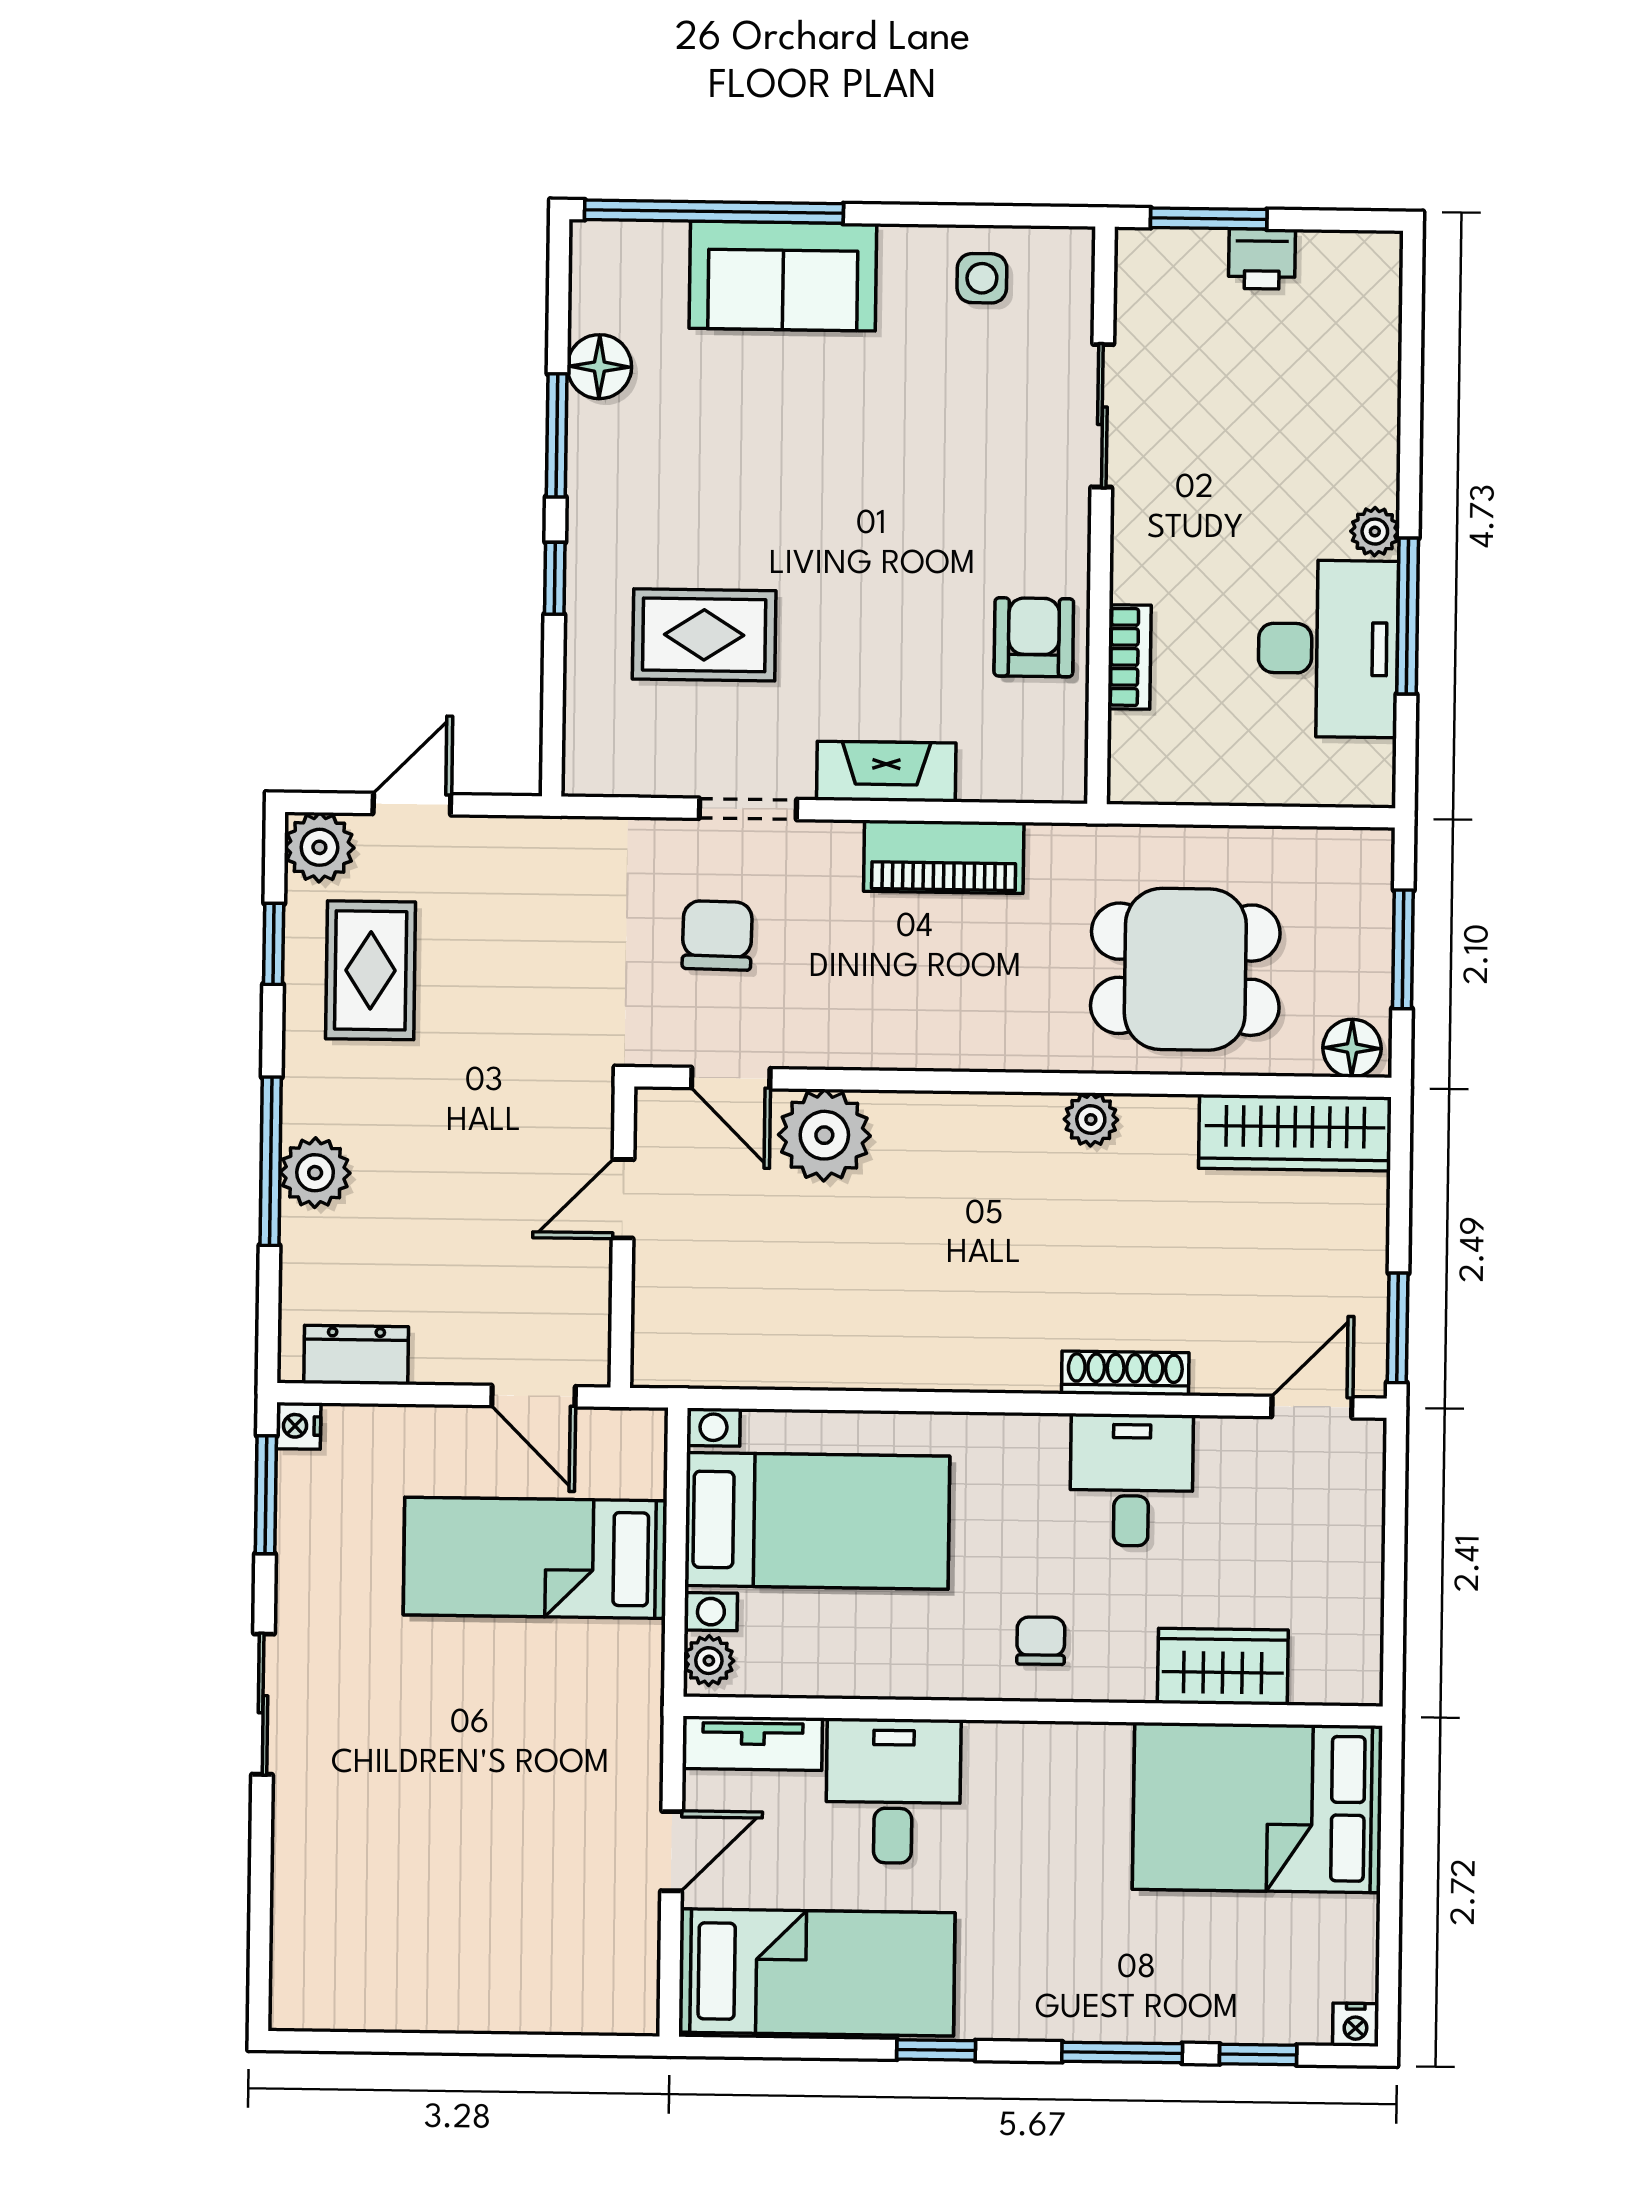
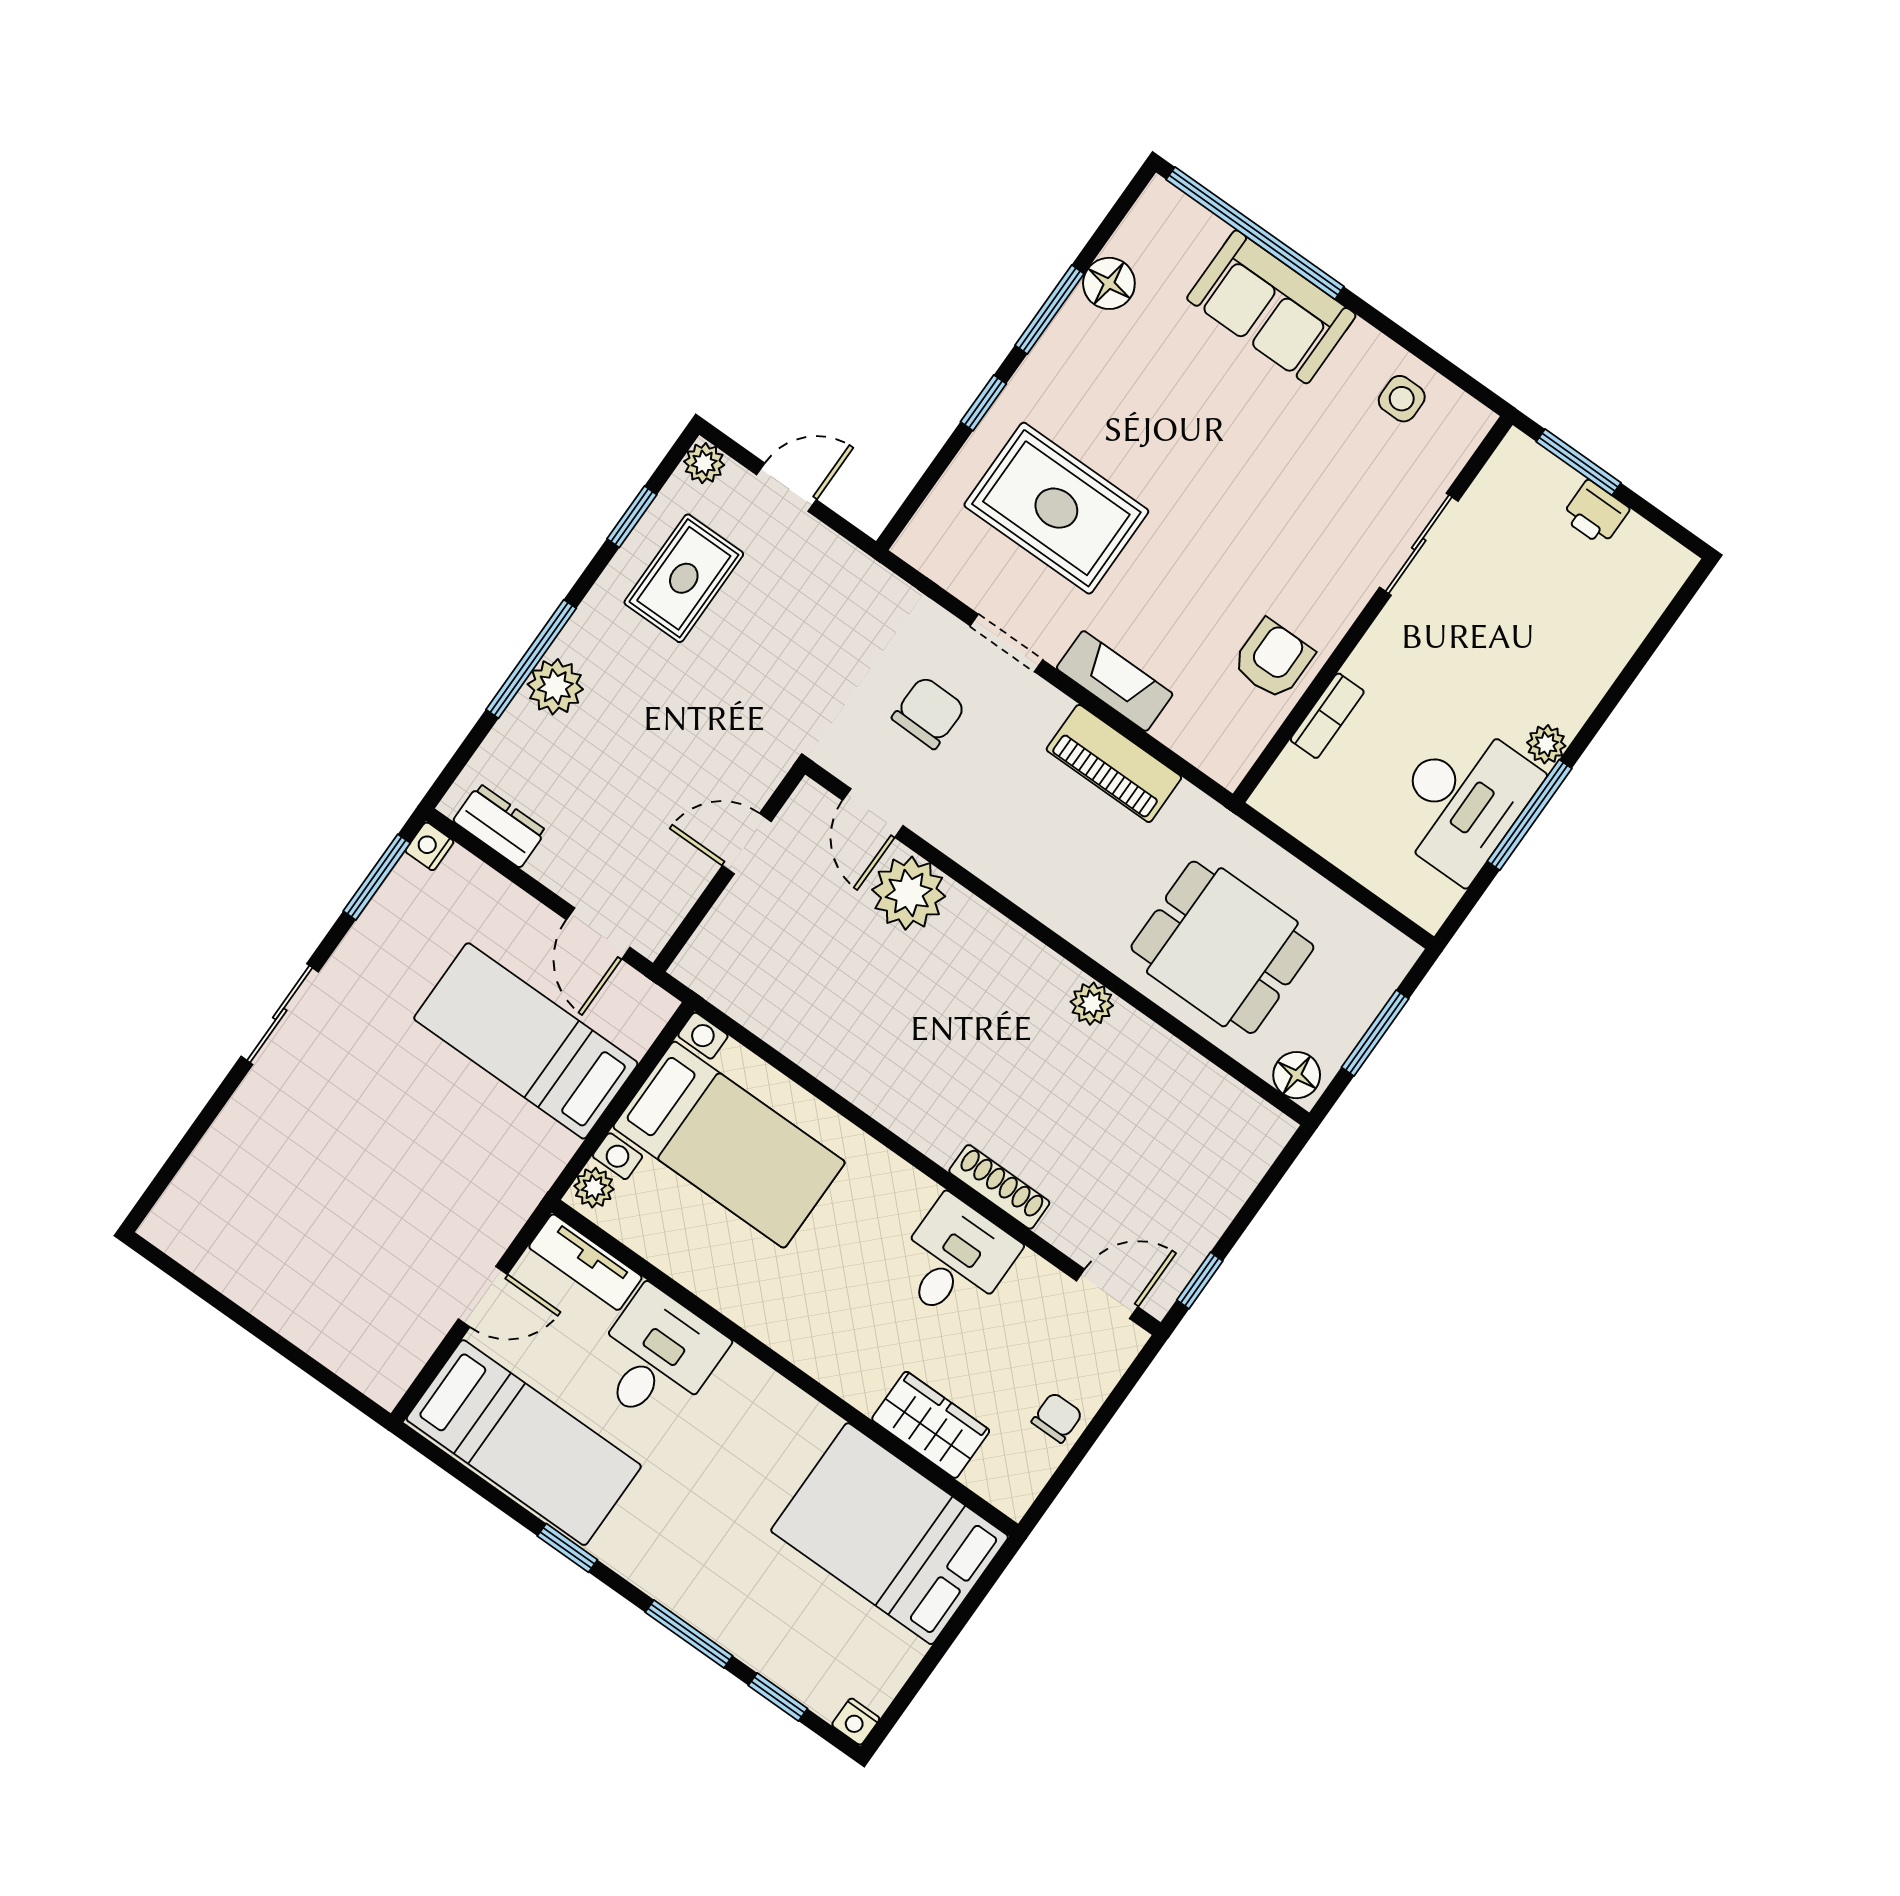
rug: (704, 635) -> (1056, 508), width x1.36, depth x1.43
plant: (319, 847) -> (704, 463), width x0.73, depth x0.73
wardrobe: (1295, 1133) -> (1221, 1105), removed
window: (1398, 1328) -> (1200, 1281), width x0.67
chair: (1041, 1641) -> (1057, 1418), moved

